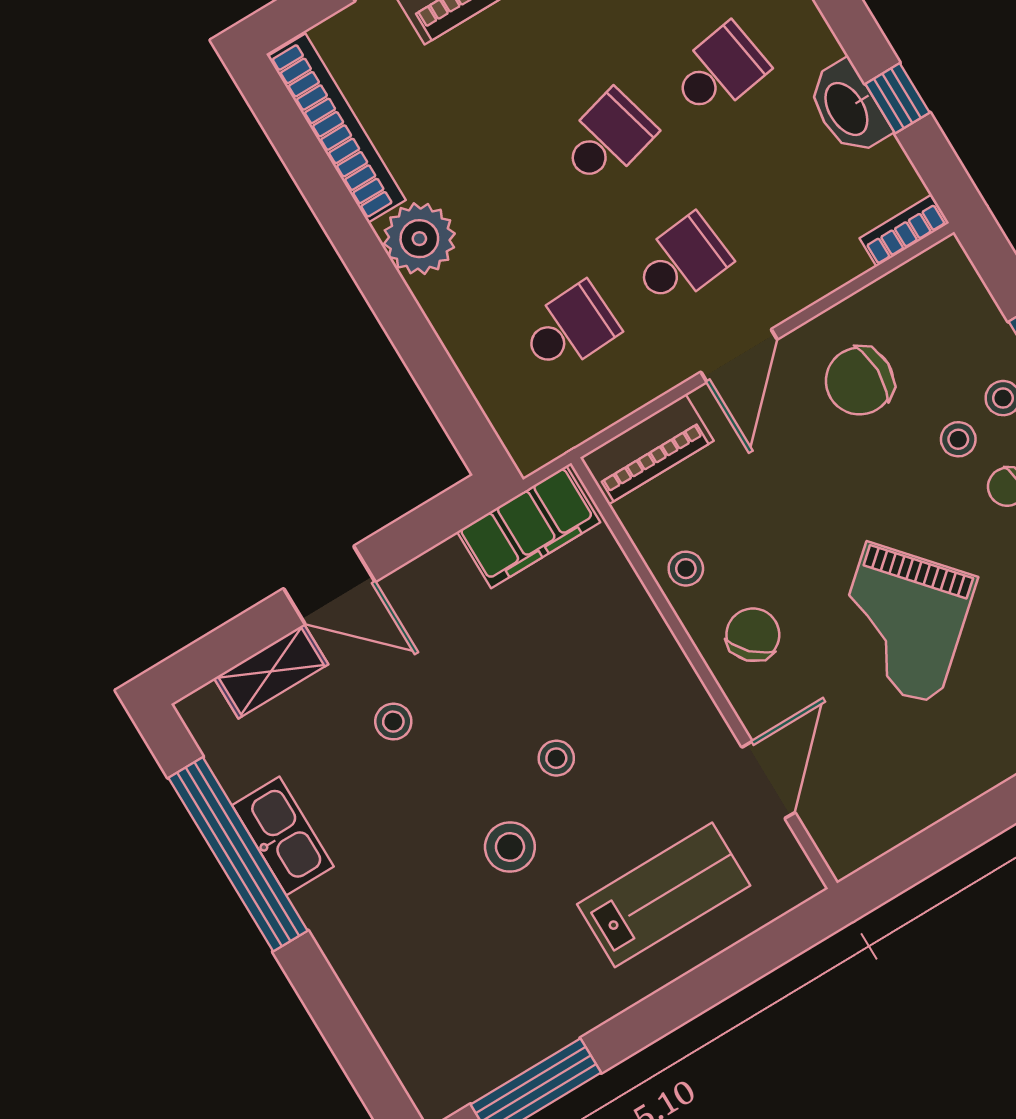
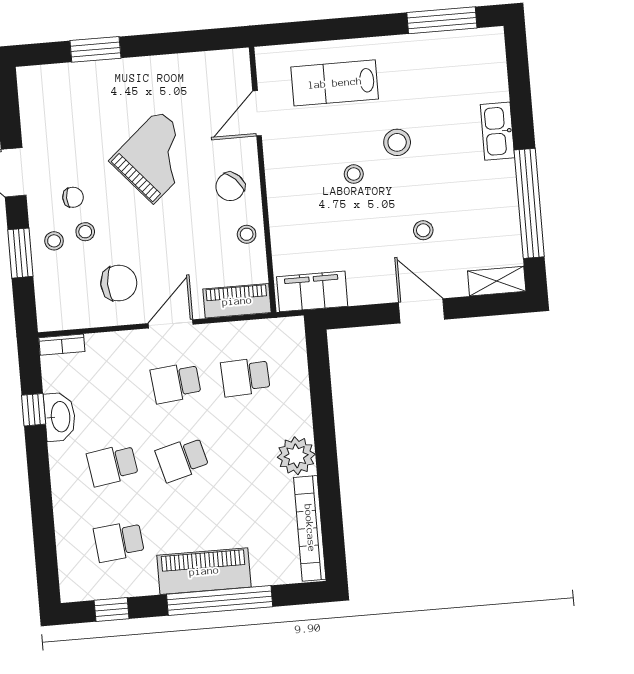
shelving: (271, 671) -> (497, 281), moved
kitchen sink: (283, 836) -> (497, 131), moved

